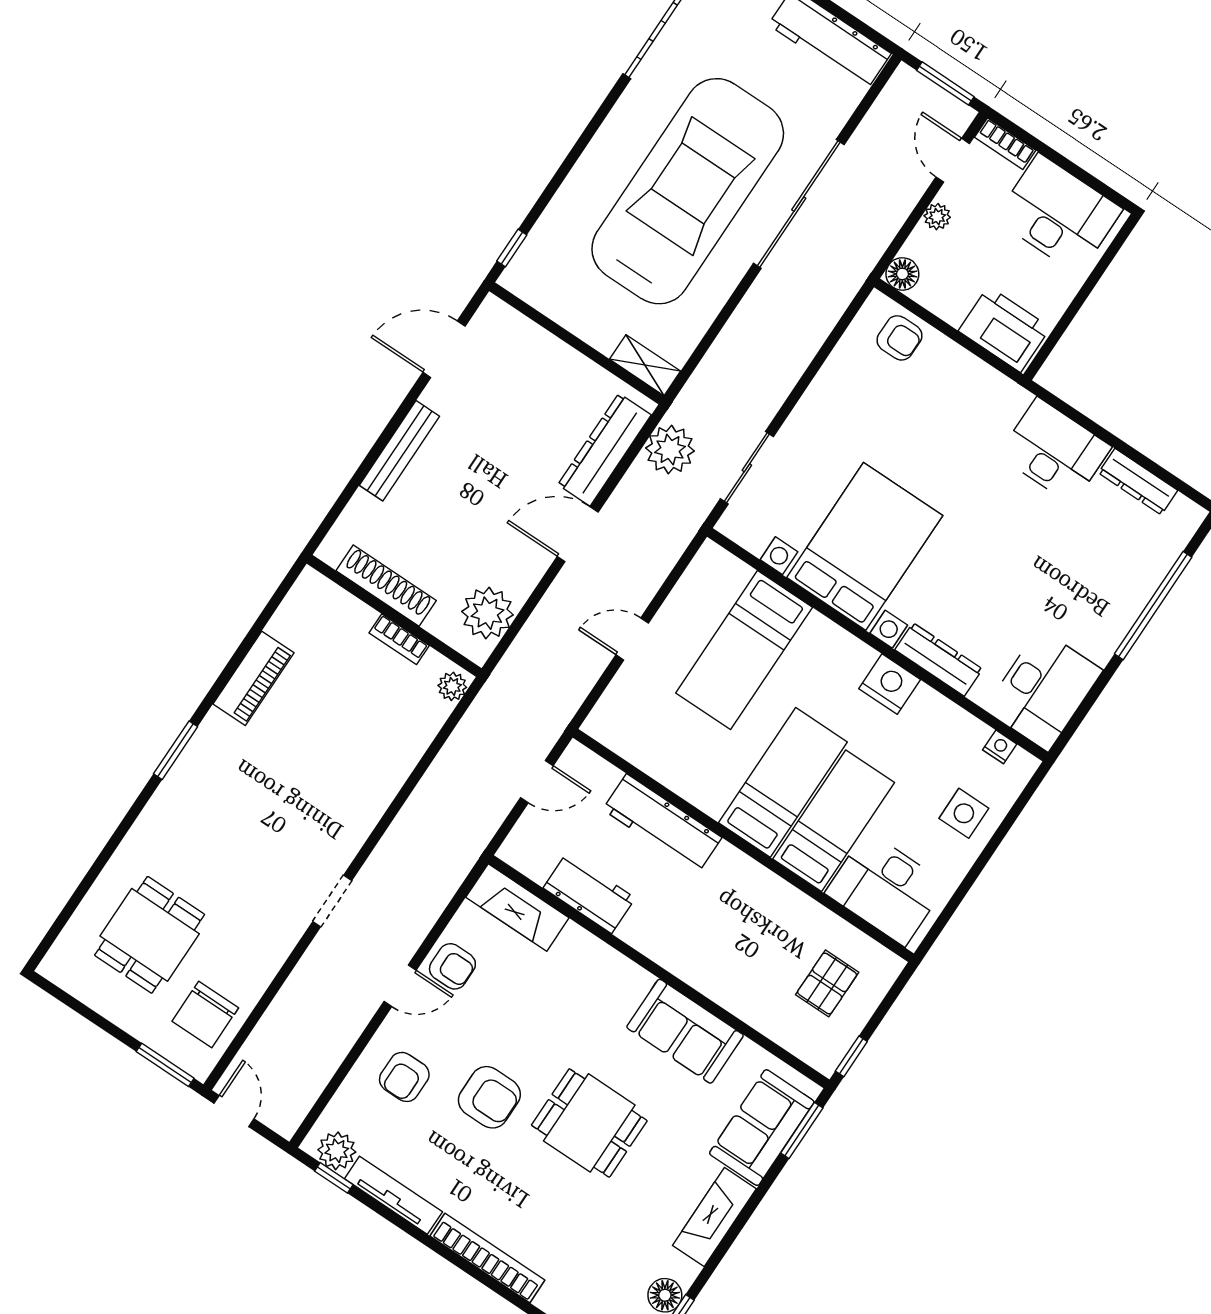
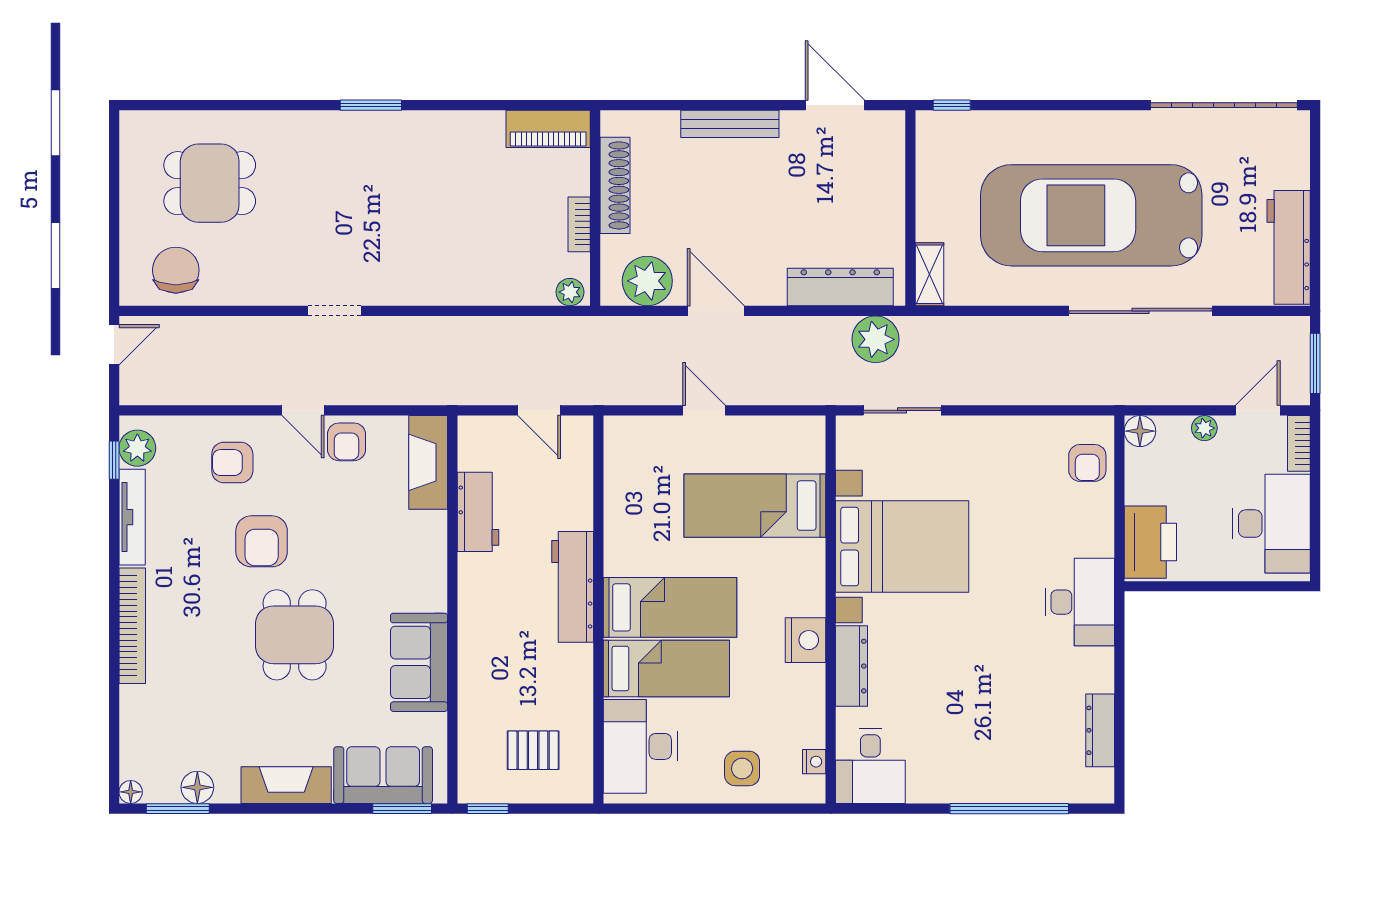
car: (688, 191) -> (1091, 215), turned 180
desk: (1055, 451) -> (1080, 602), moved
door: (578, 534) -> (716, 311), moved
piano: (253, 678) -> (548, 129), moved
desk: (1044, 690) -> (870, 766), width x0.73
workbench: (662, 824) -> (573, 587), moved
chair: (205, 1014) -> (176, 270), turned 90
window: (165, 1065) -> (114, 265), removed

